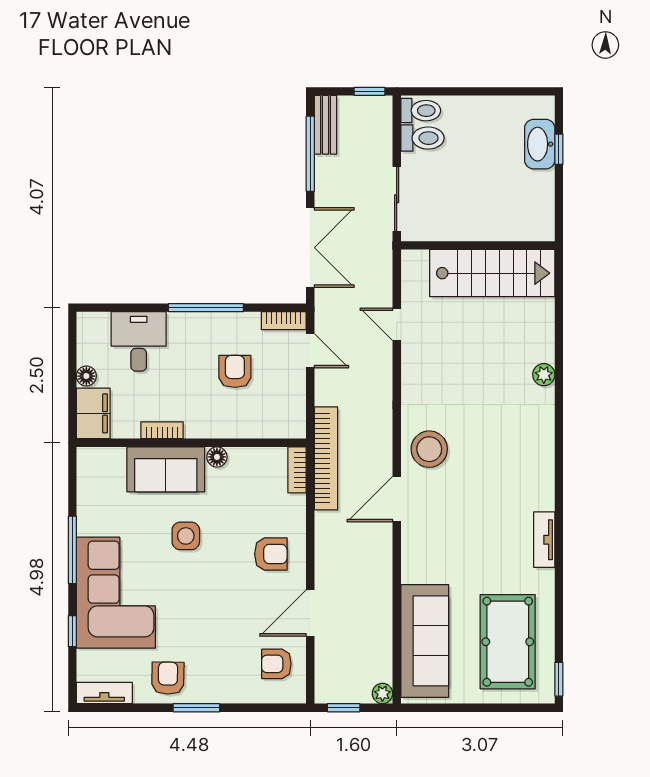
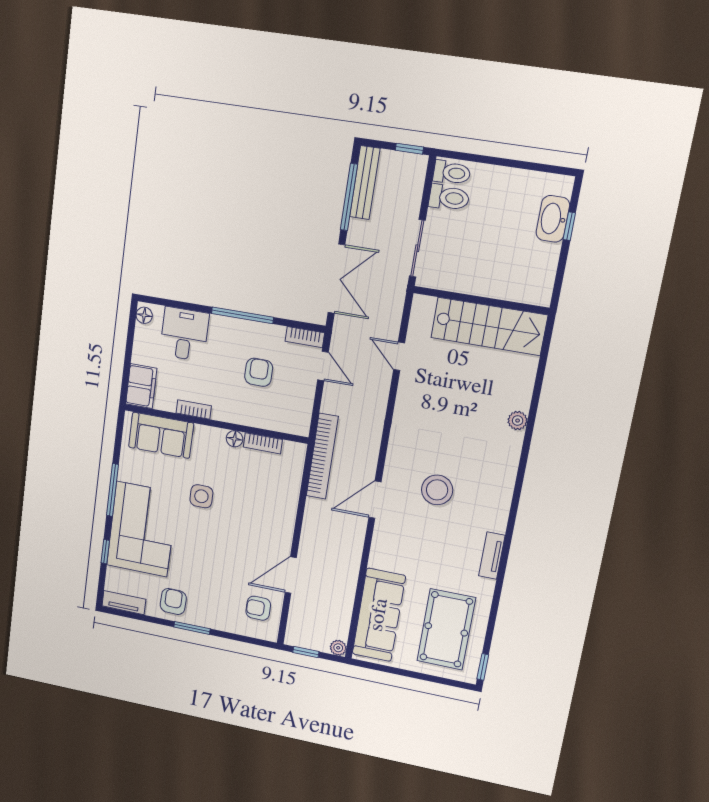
bench: (325, 125) -> (365, 183), width x1.36
floor lamp: (86, 376) -> (144, 315), moved
stool: (429, 449) -> (437, 490), moved
sofa: (166, 469) -> (161, 435), moved
bookcase: (297, 470) -> (263, 443), moved, turned -90
armchair: (271, 554) -> (266, 523), removed

